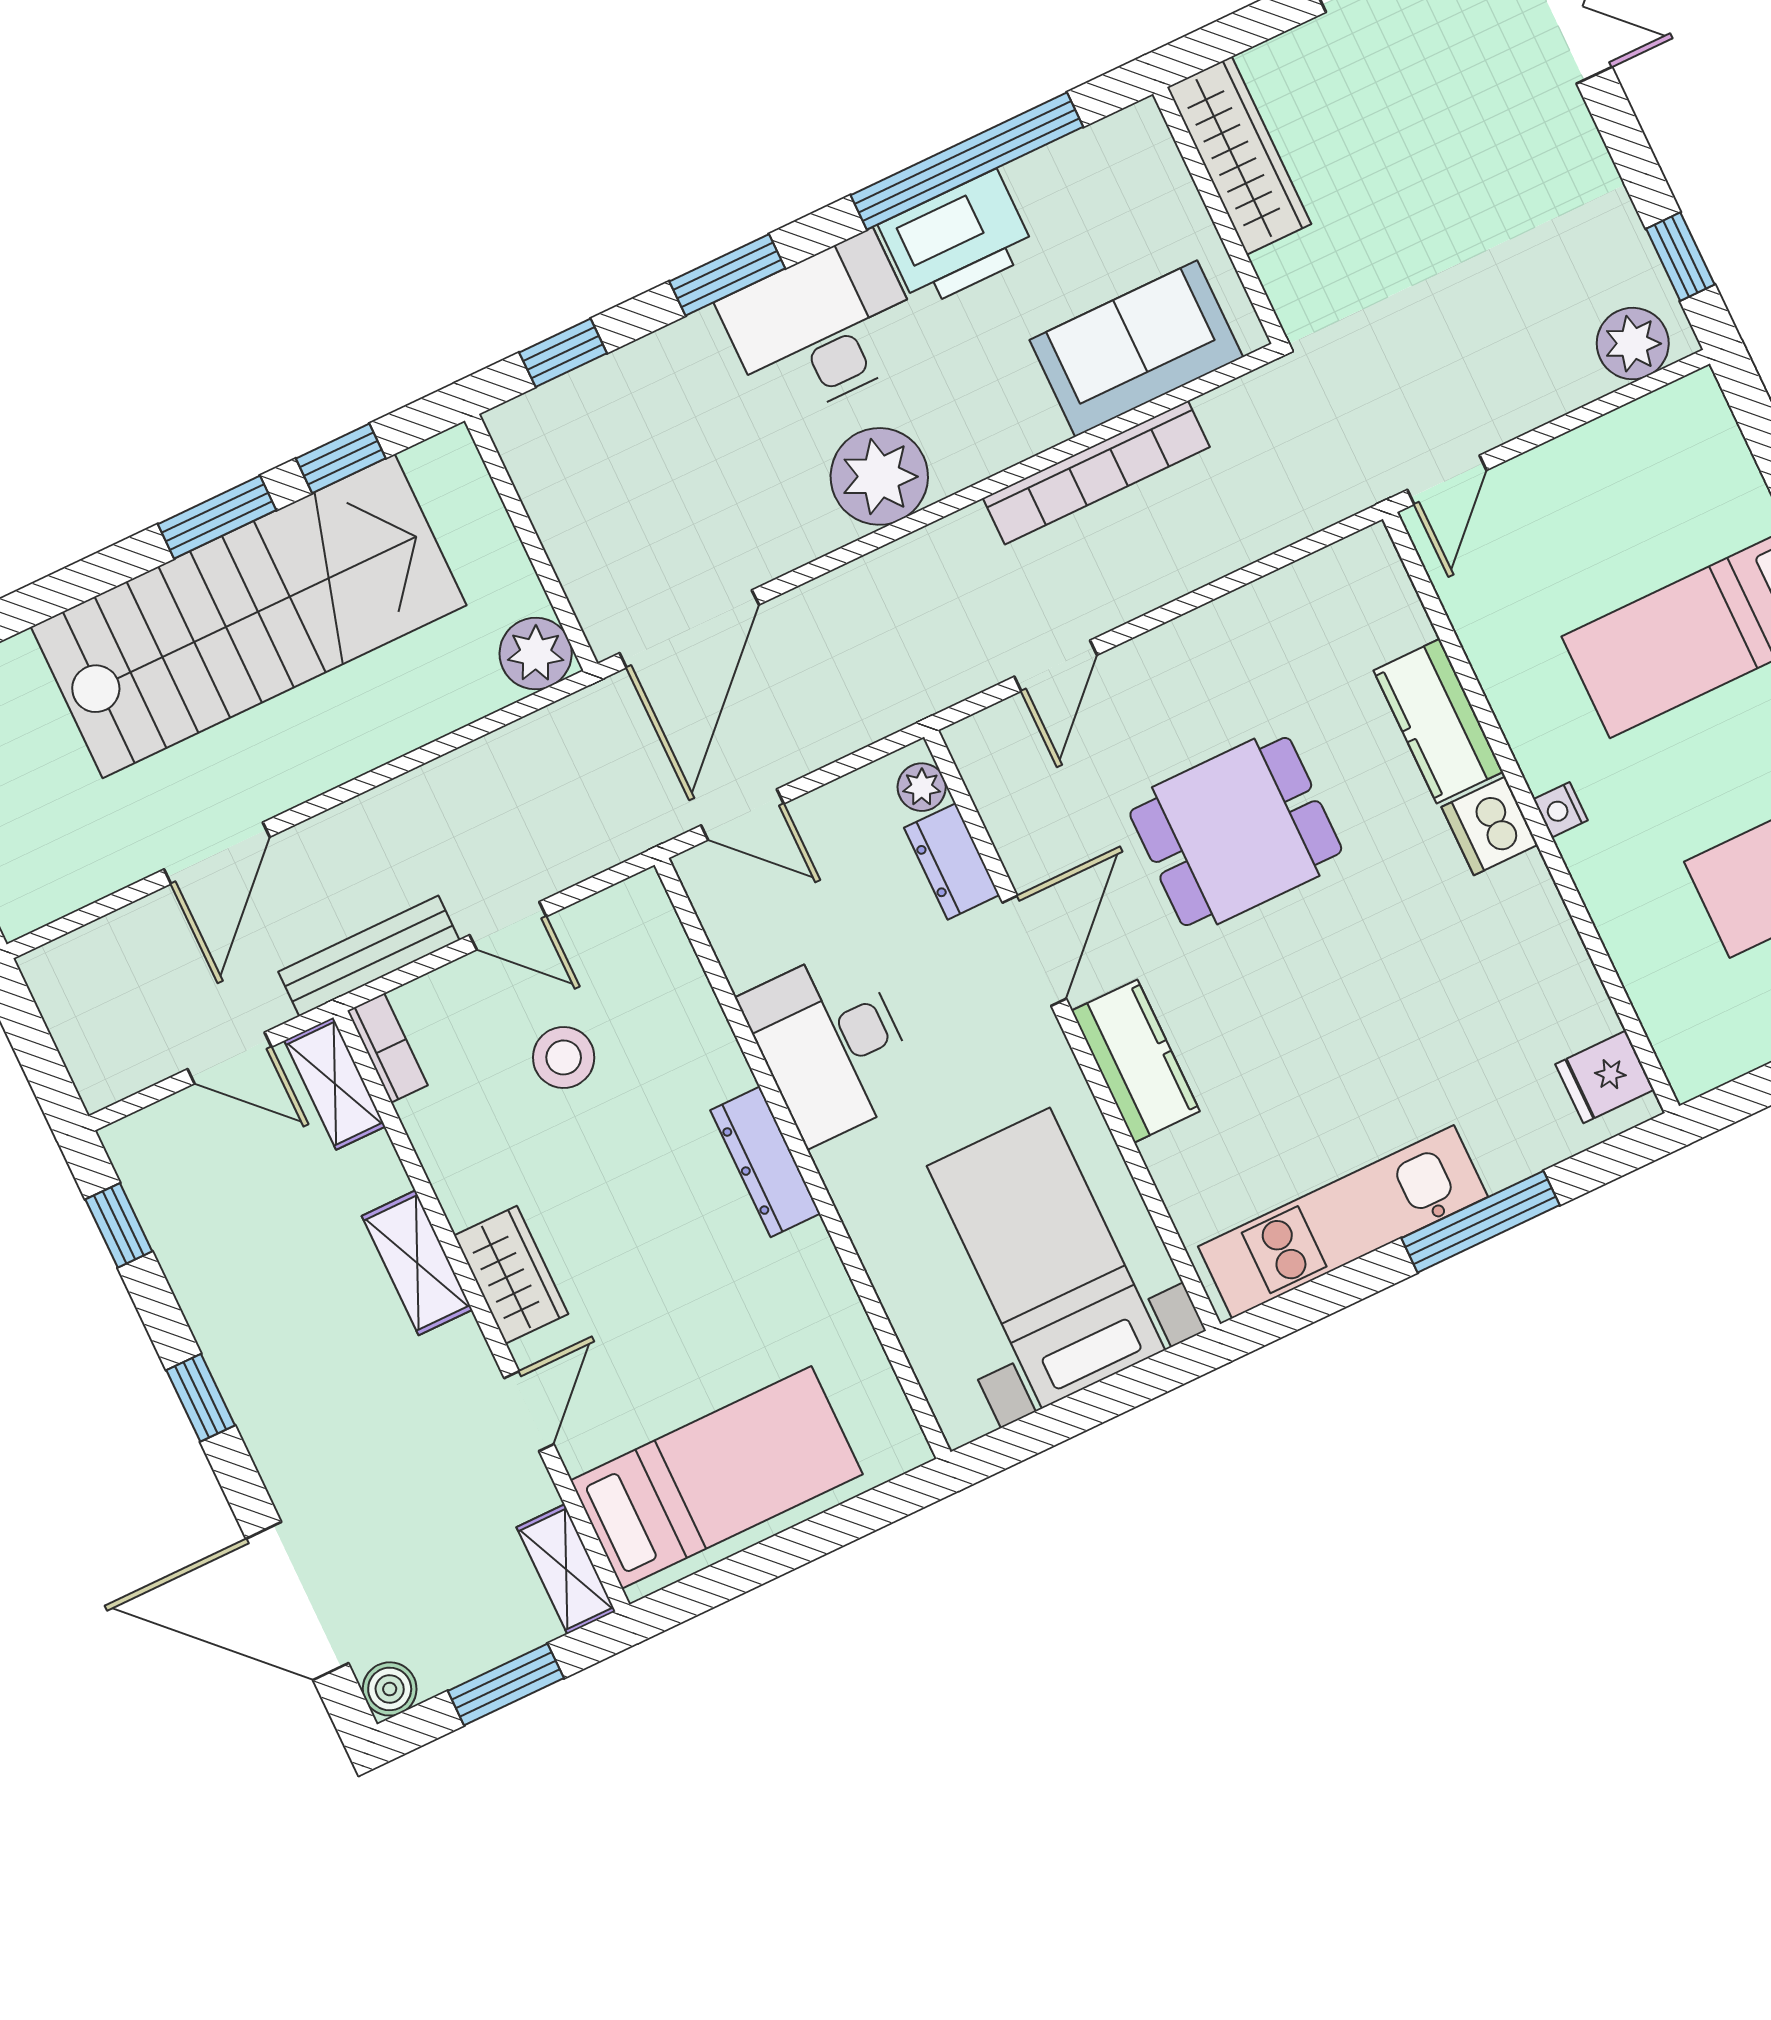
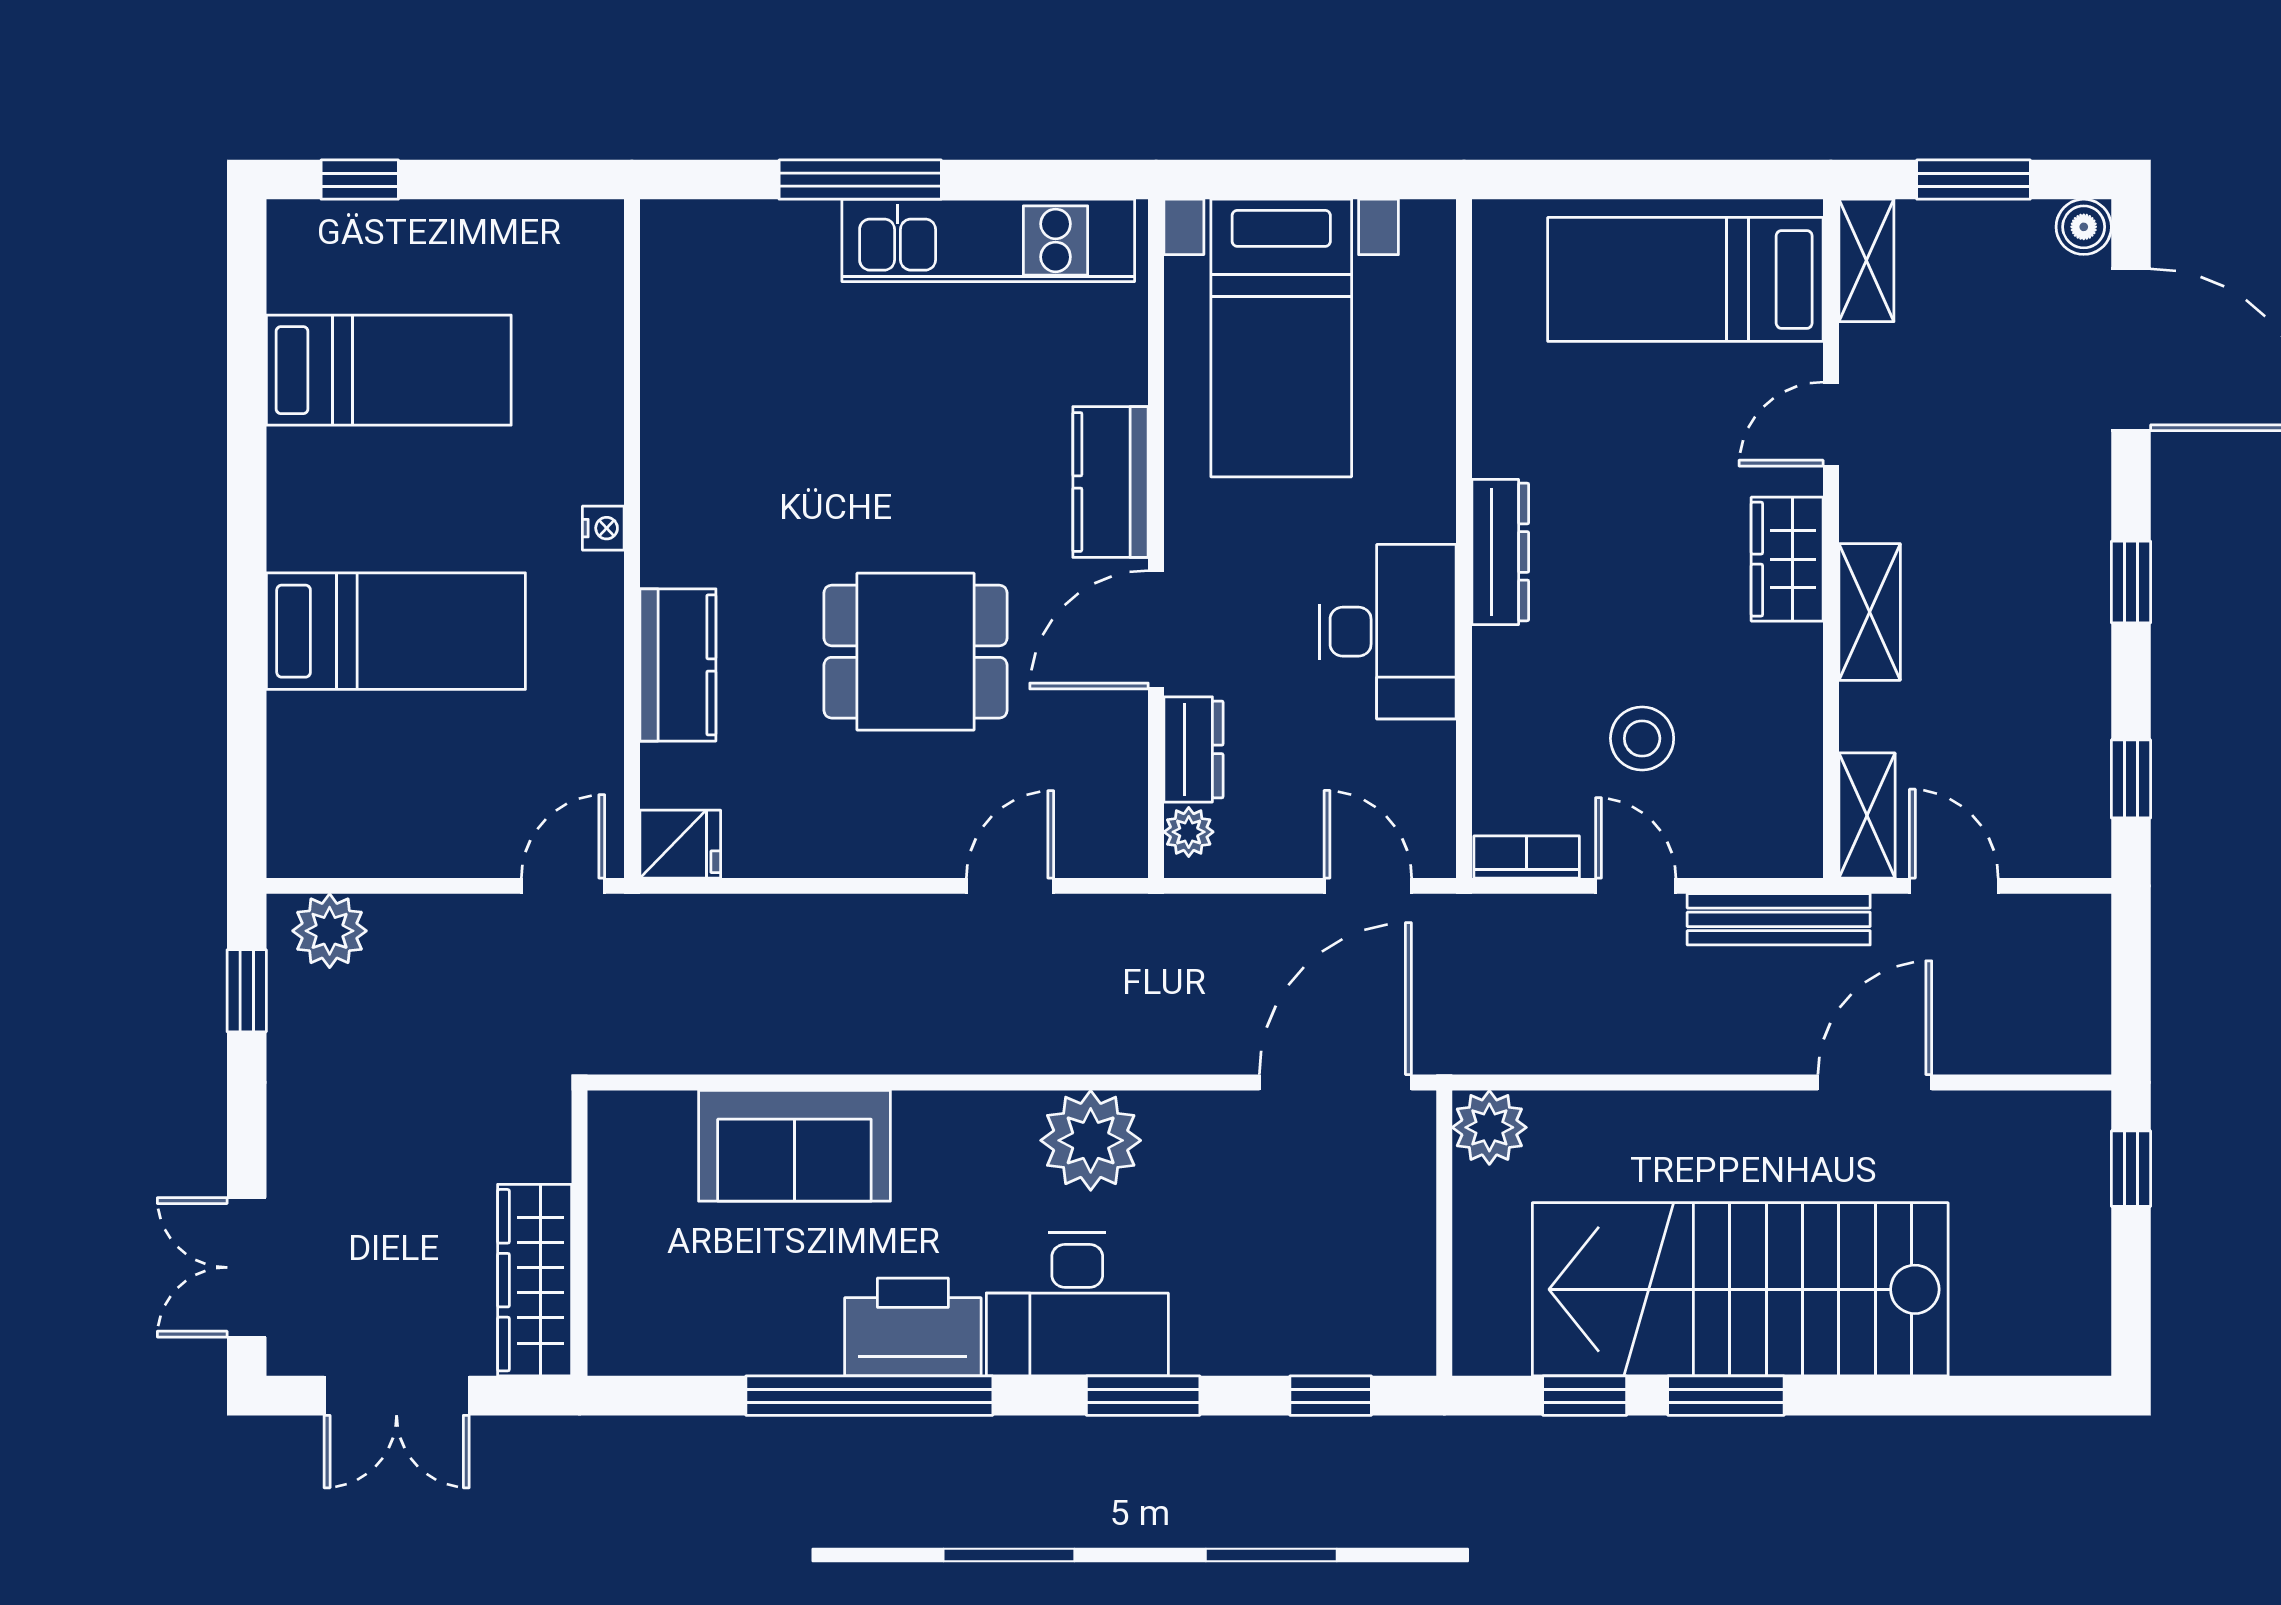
wardrobe: (1239, 156) -> (535, 1280), moved
wall: (1219, 215) -> (580, 1233), moved
bookcase: (1096, 473) -> (887, 1048), removed
dishwasher: (1490, 826) -> (676, 544), removed
bookcase: (388, 1048) -> (1527, 857), moved, turned 90
fridge: (1605, 1077) -> (680, 844), moved

